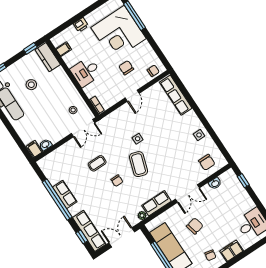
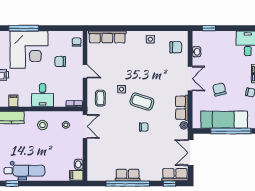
stool: (31, 85) -> (43, 125), moved
coffee table: (97, 163) -> (100, 98), moved
row of seats: (89, 231) -> (175, 175), width x0.68

